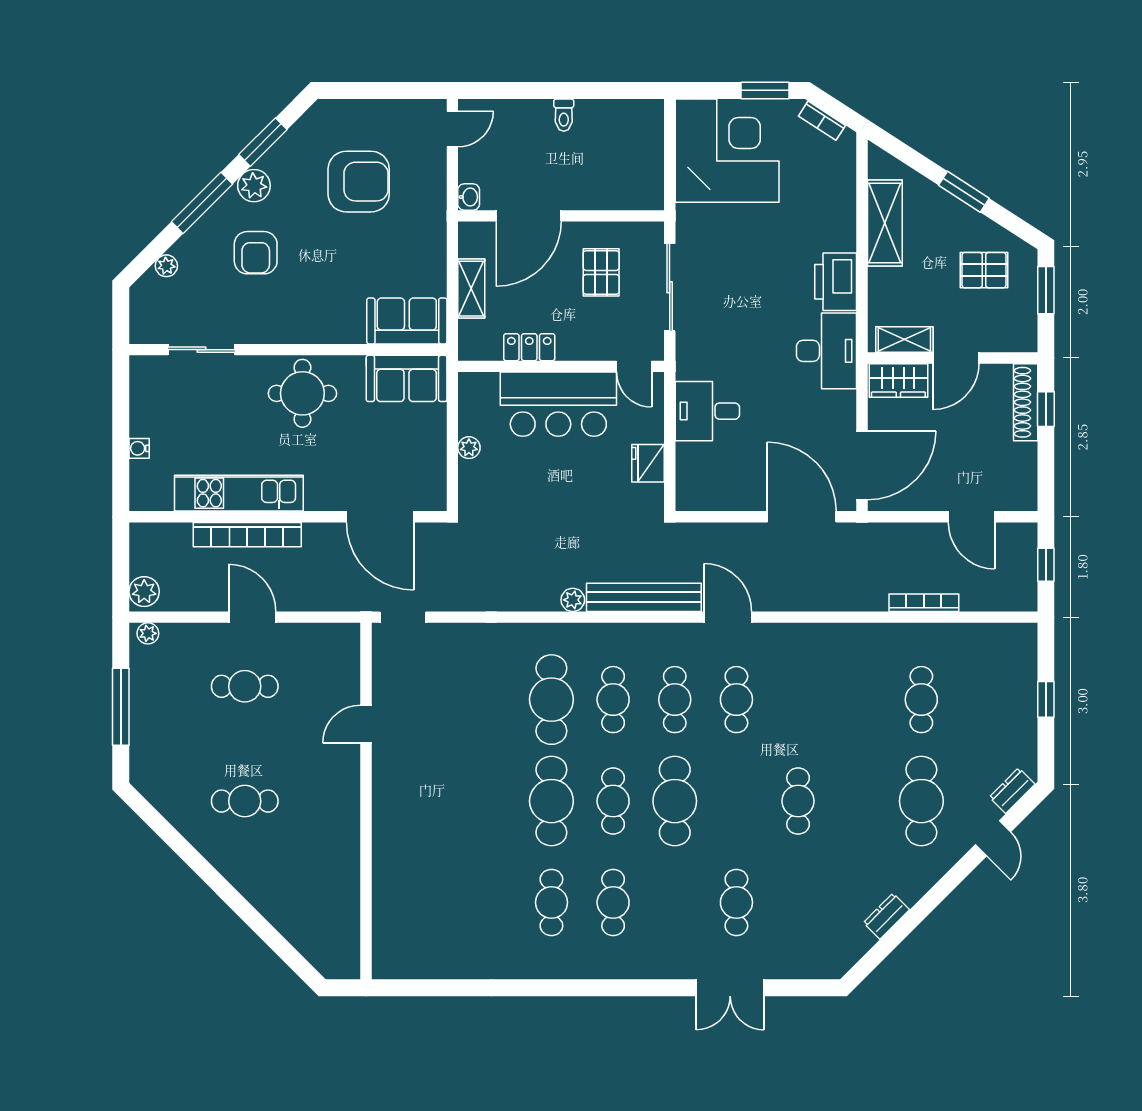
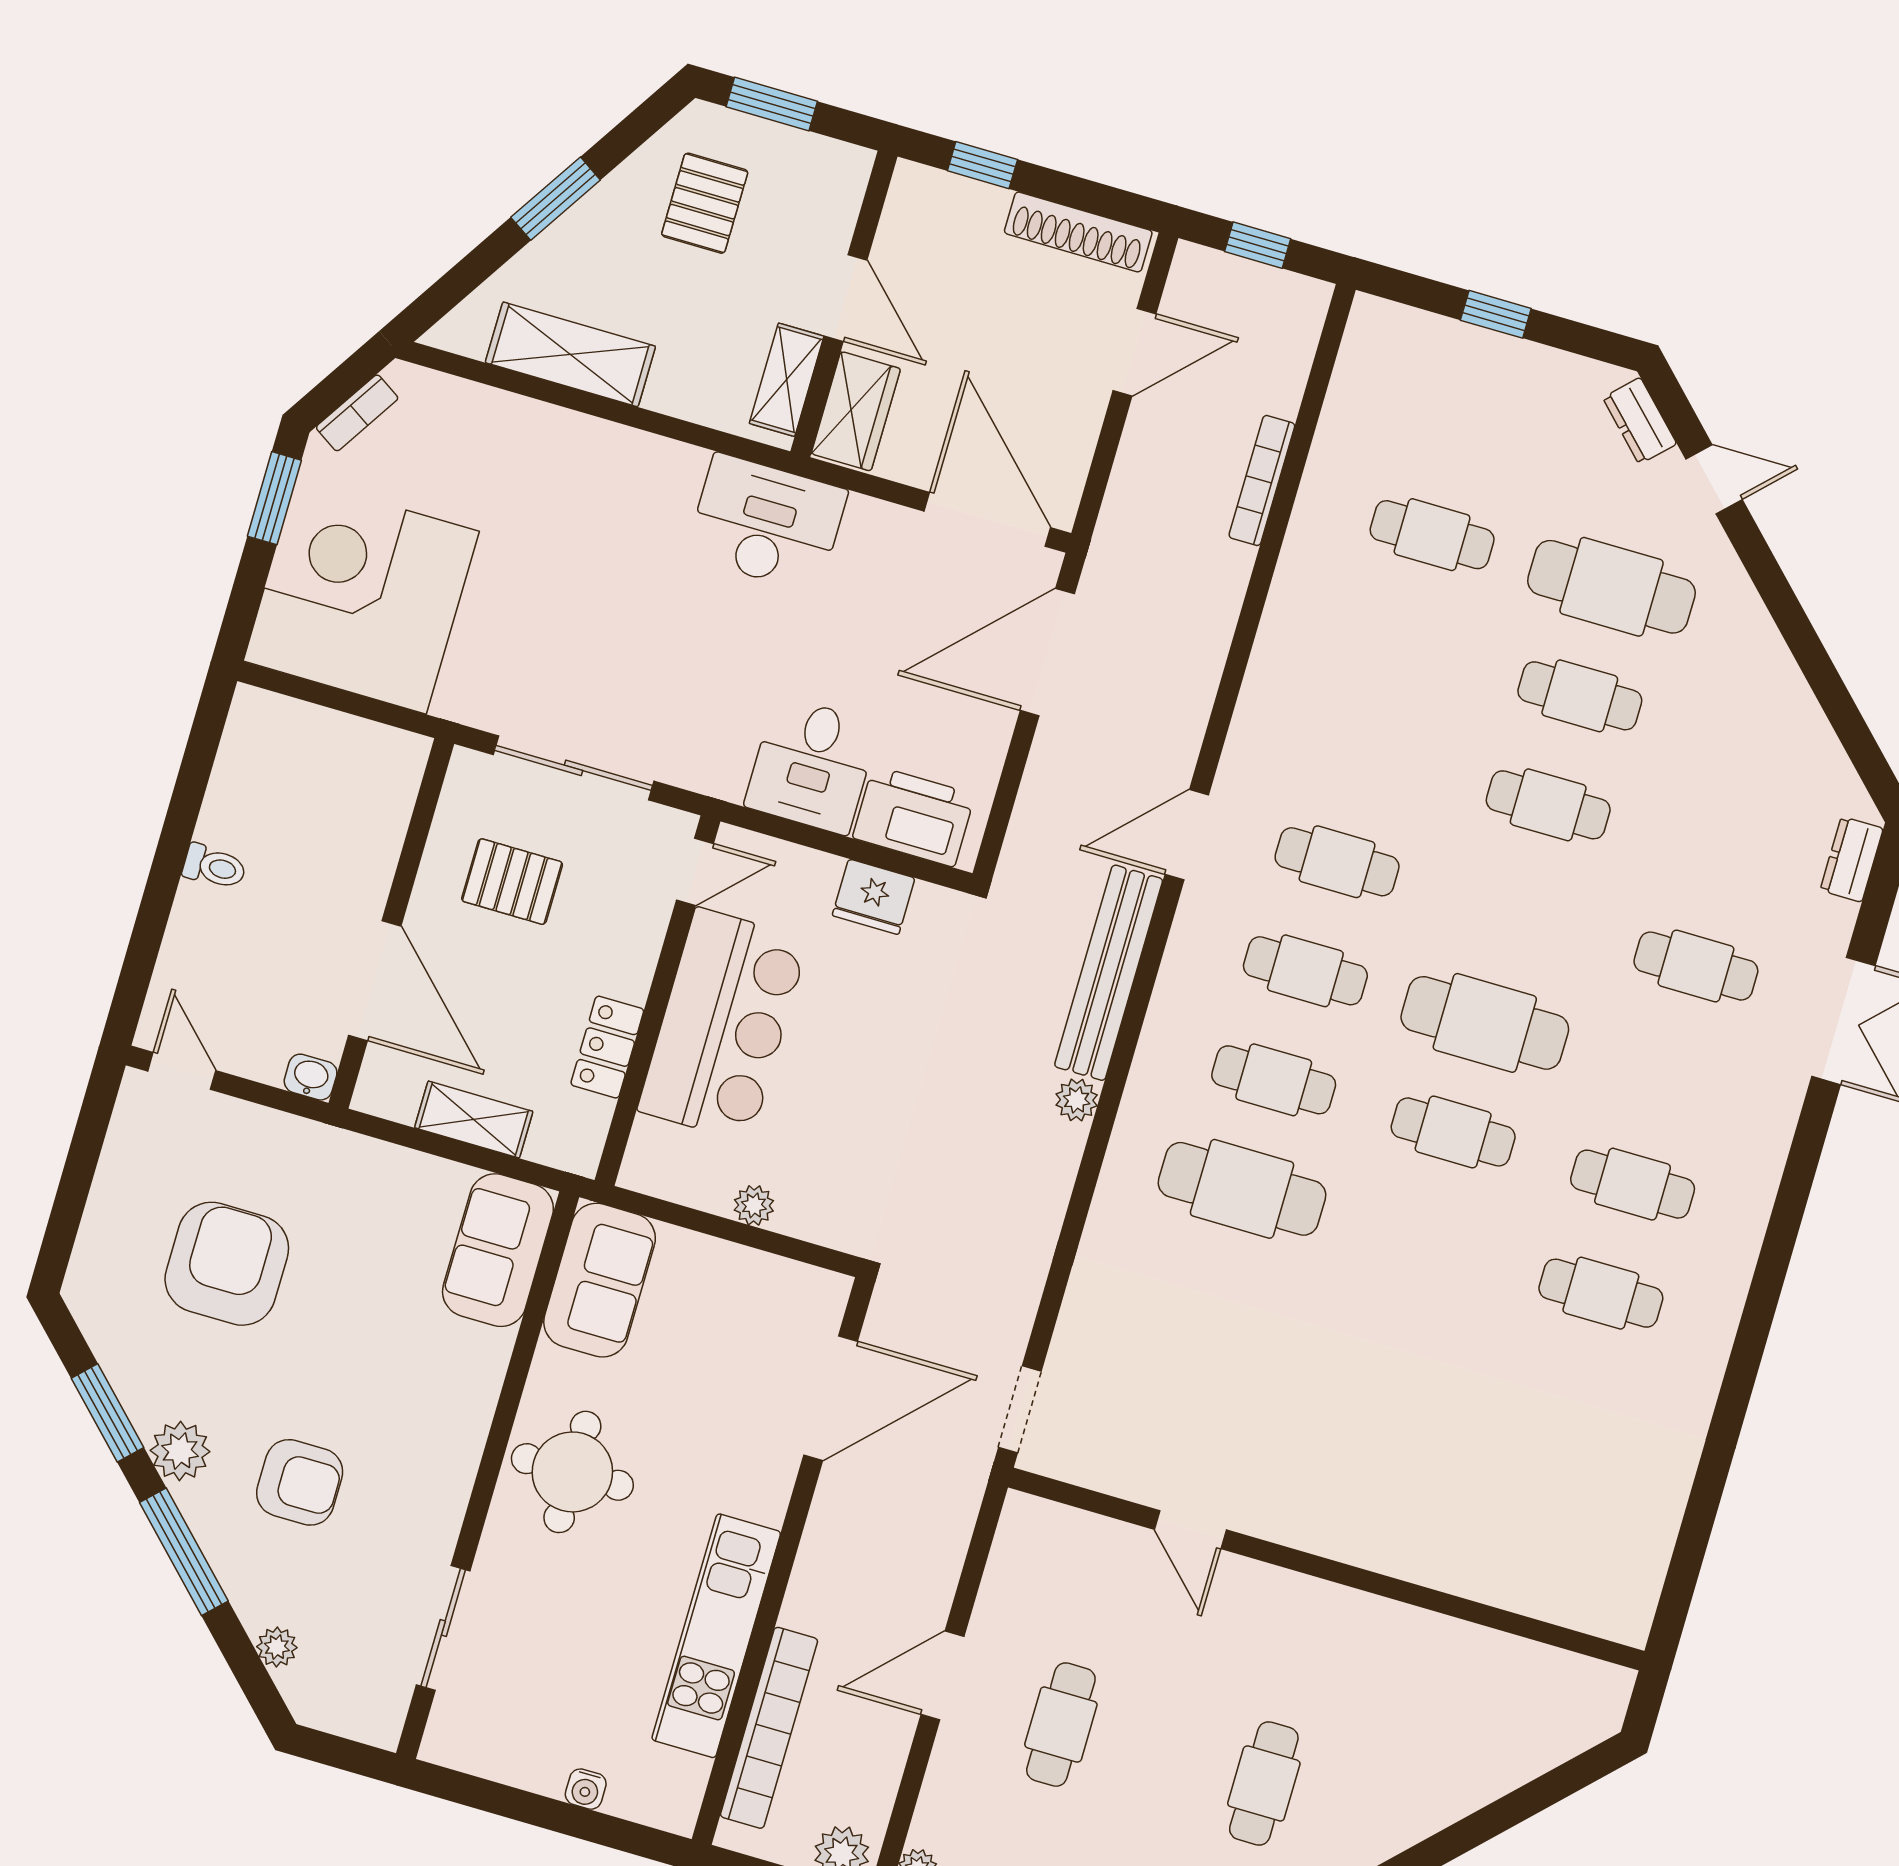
printer: (836, 282) -> (914, 816), moved, turned 180
shoe rack: (1026, 402) -> (1078, 232), moved
bookcase: (247, 535) -> (769, 1728), moved
cafe table: (551, 801) -> (1580, 696), moved, width x0.73, depth x0.74
dresser: (886, 916) -> (1852, 859), moved, turned 45

